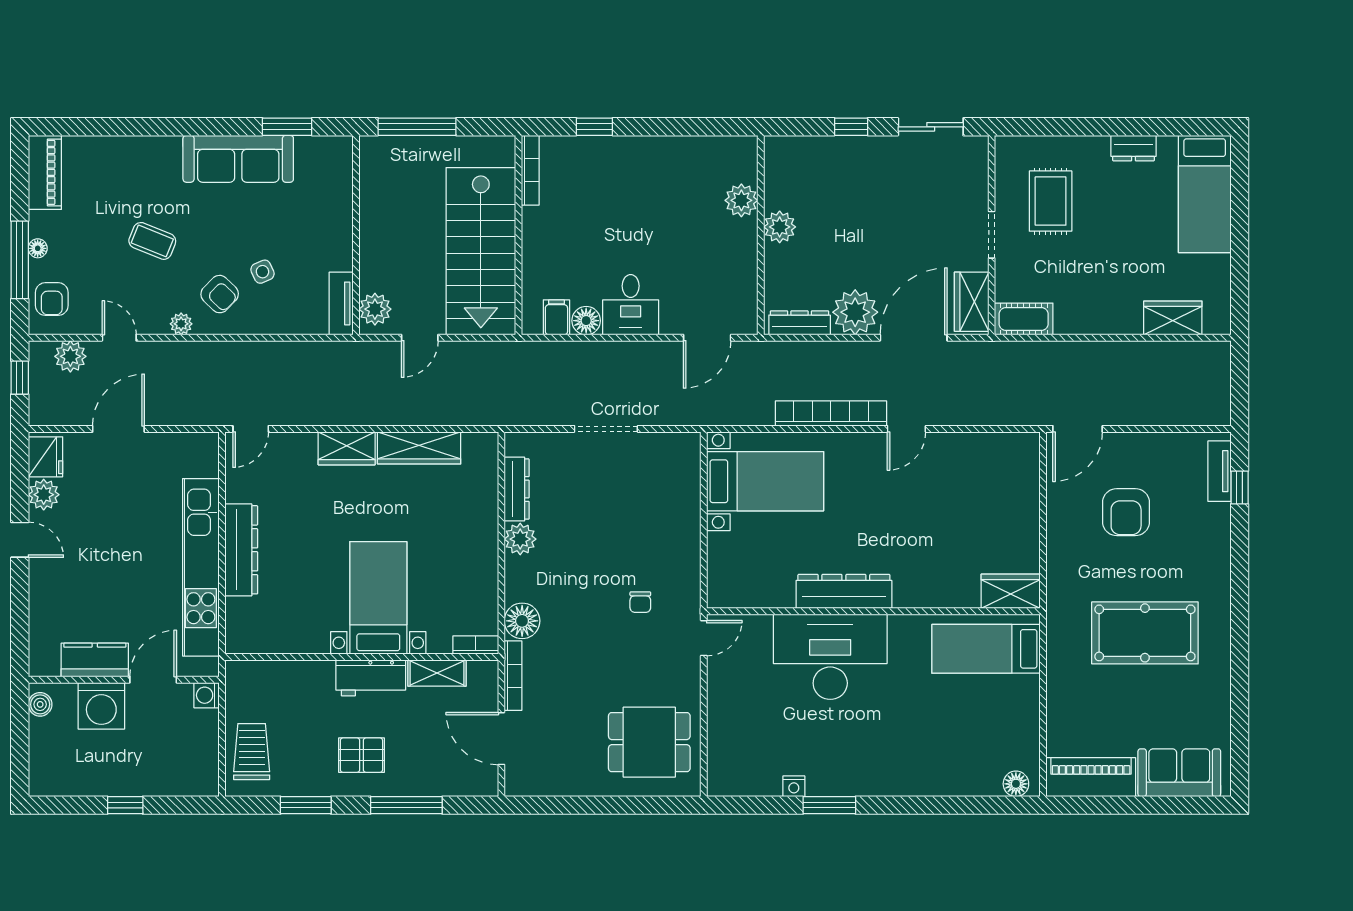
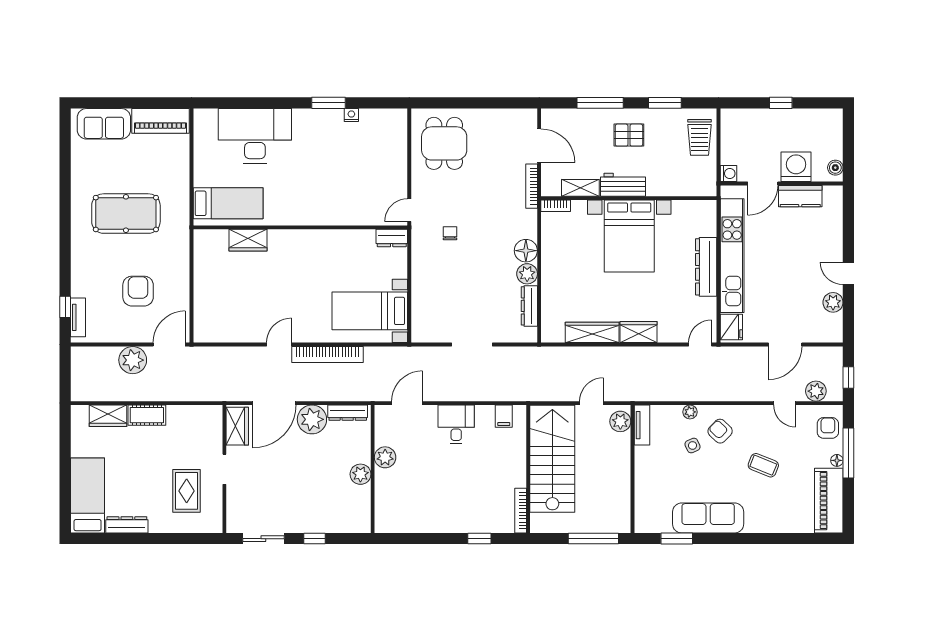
dresser: (1134, 148) -> (127, 525), width x1.44
piano: (45, 172) -> (829, 501), width x1.37, depth x1.33
plant: (741, 200) -> (385, 457), moved
cot: (1024, 319) -> (147, 415), moved
floor lamp: (586, 321) -> (485, 414), removed
plant: (181, 324) -> (690, 412), moved
plant: (1134, 405) -> (133, 360), added
fridge: (46, 457) -> (731, 327), moved, turned 180
dresser: (844, 591) -> (392, 238), moved, width x0.51, depth x0.80
wardrobe: (1011, 591) -> (248, 240), moved
bed with nightstands: (378, 598) -> (629, 236), width x1.36
floor lamp: (522, 621) -> (526, 251), moved
desk: (830, 657) -> (255, 136), moved, turned 180
dining table: (649, 742) -> (444, 143), turned 90
floor lamp: (1016, 784) -> (209, 117), removed

